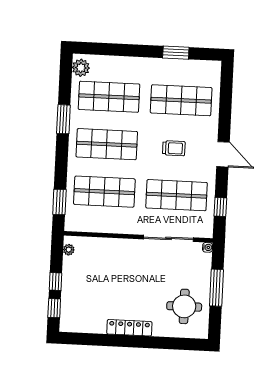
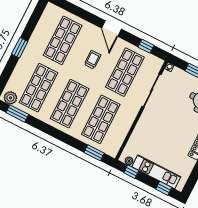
window: (176, 53) -> (20, 48), moved
window: (63, 119) -> (17, 114), moved
door: (223, 154) -> (111, 29), swing flipped
window: (56, 281) -> (131, 172), moved
kitchen unit: (70, 289) -> (156, 172), added

